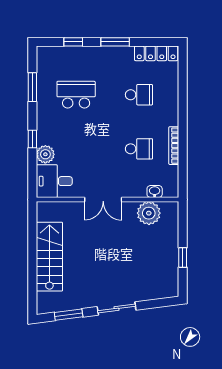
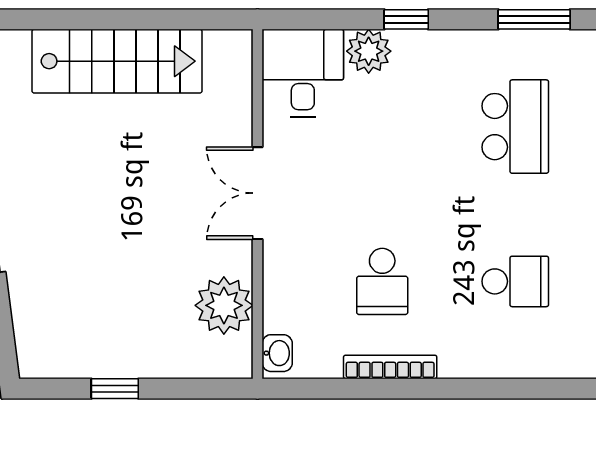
school desk: (139, 95) -> (515, 281), turned -90
washbasin: (155, 192) -> (277, 353), moved

